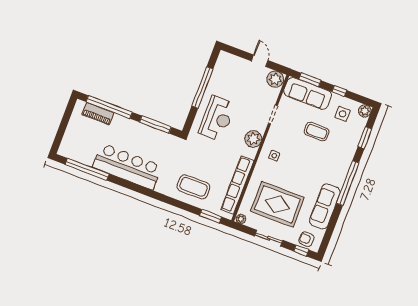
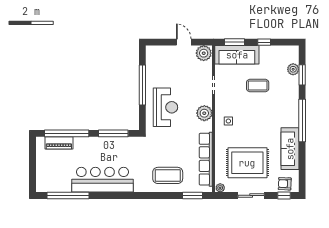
plant: (365, 111) -> (293, 69), moved
side table: (343, 114) -> (275, 61), removed

